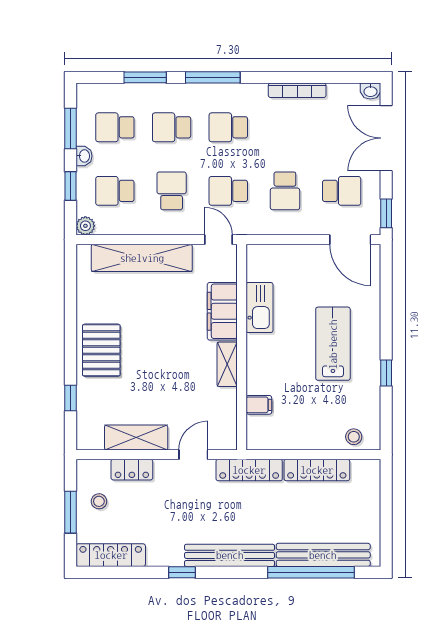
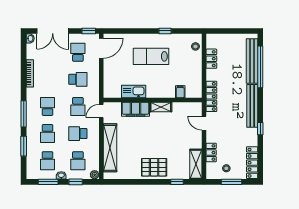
school desk: (228, 127) -> (47, 106), turned 180
shelving: (136, 438) -> (196, 164), moved
locker: (317, 470) -> (211, 59), width x0.66

